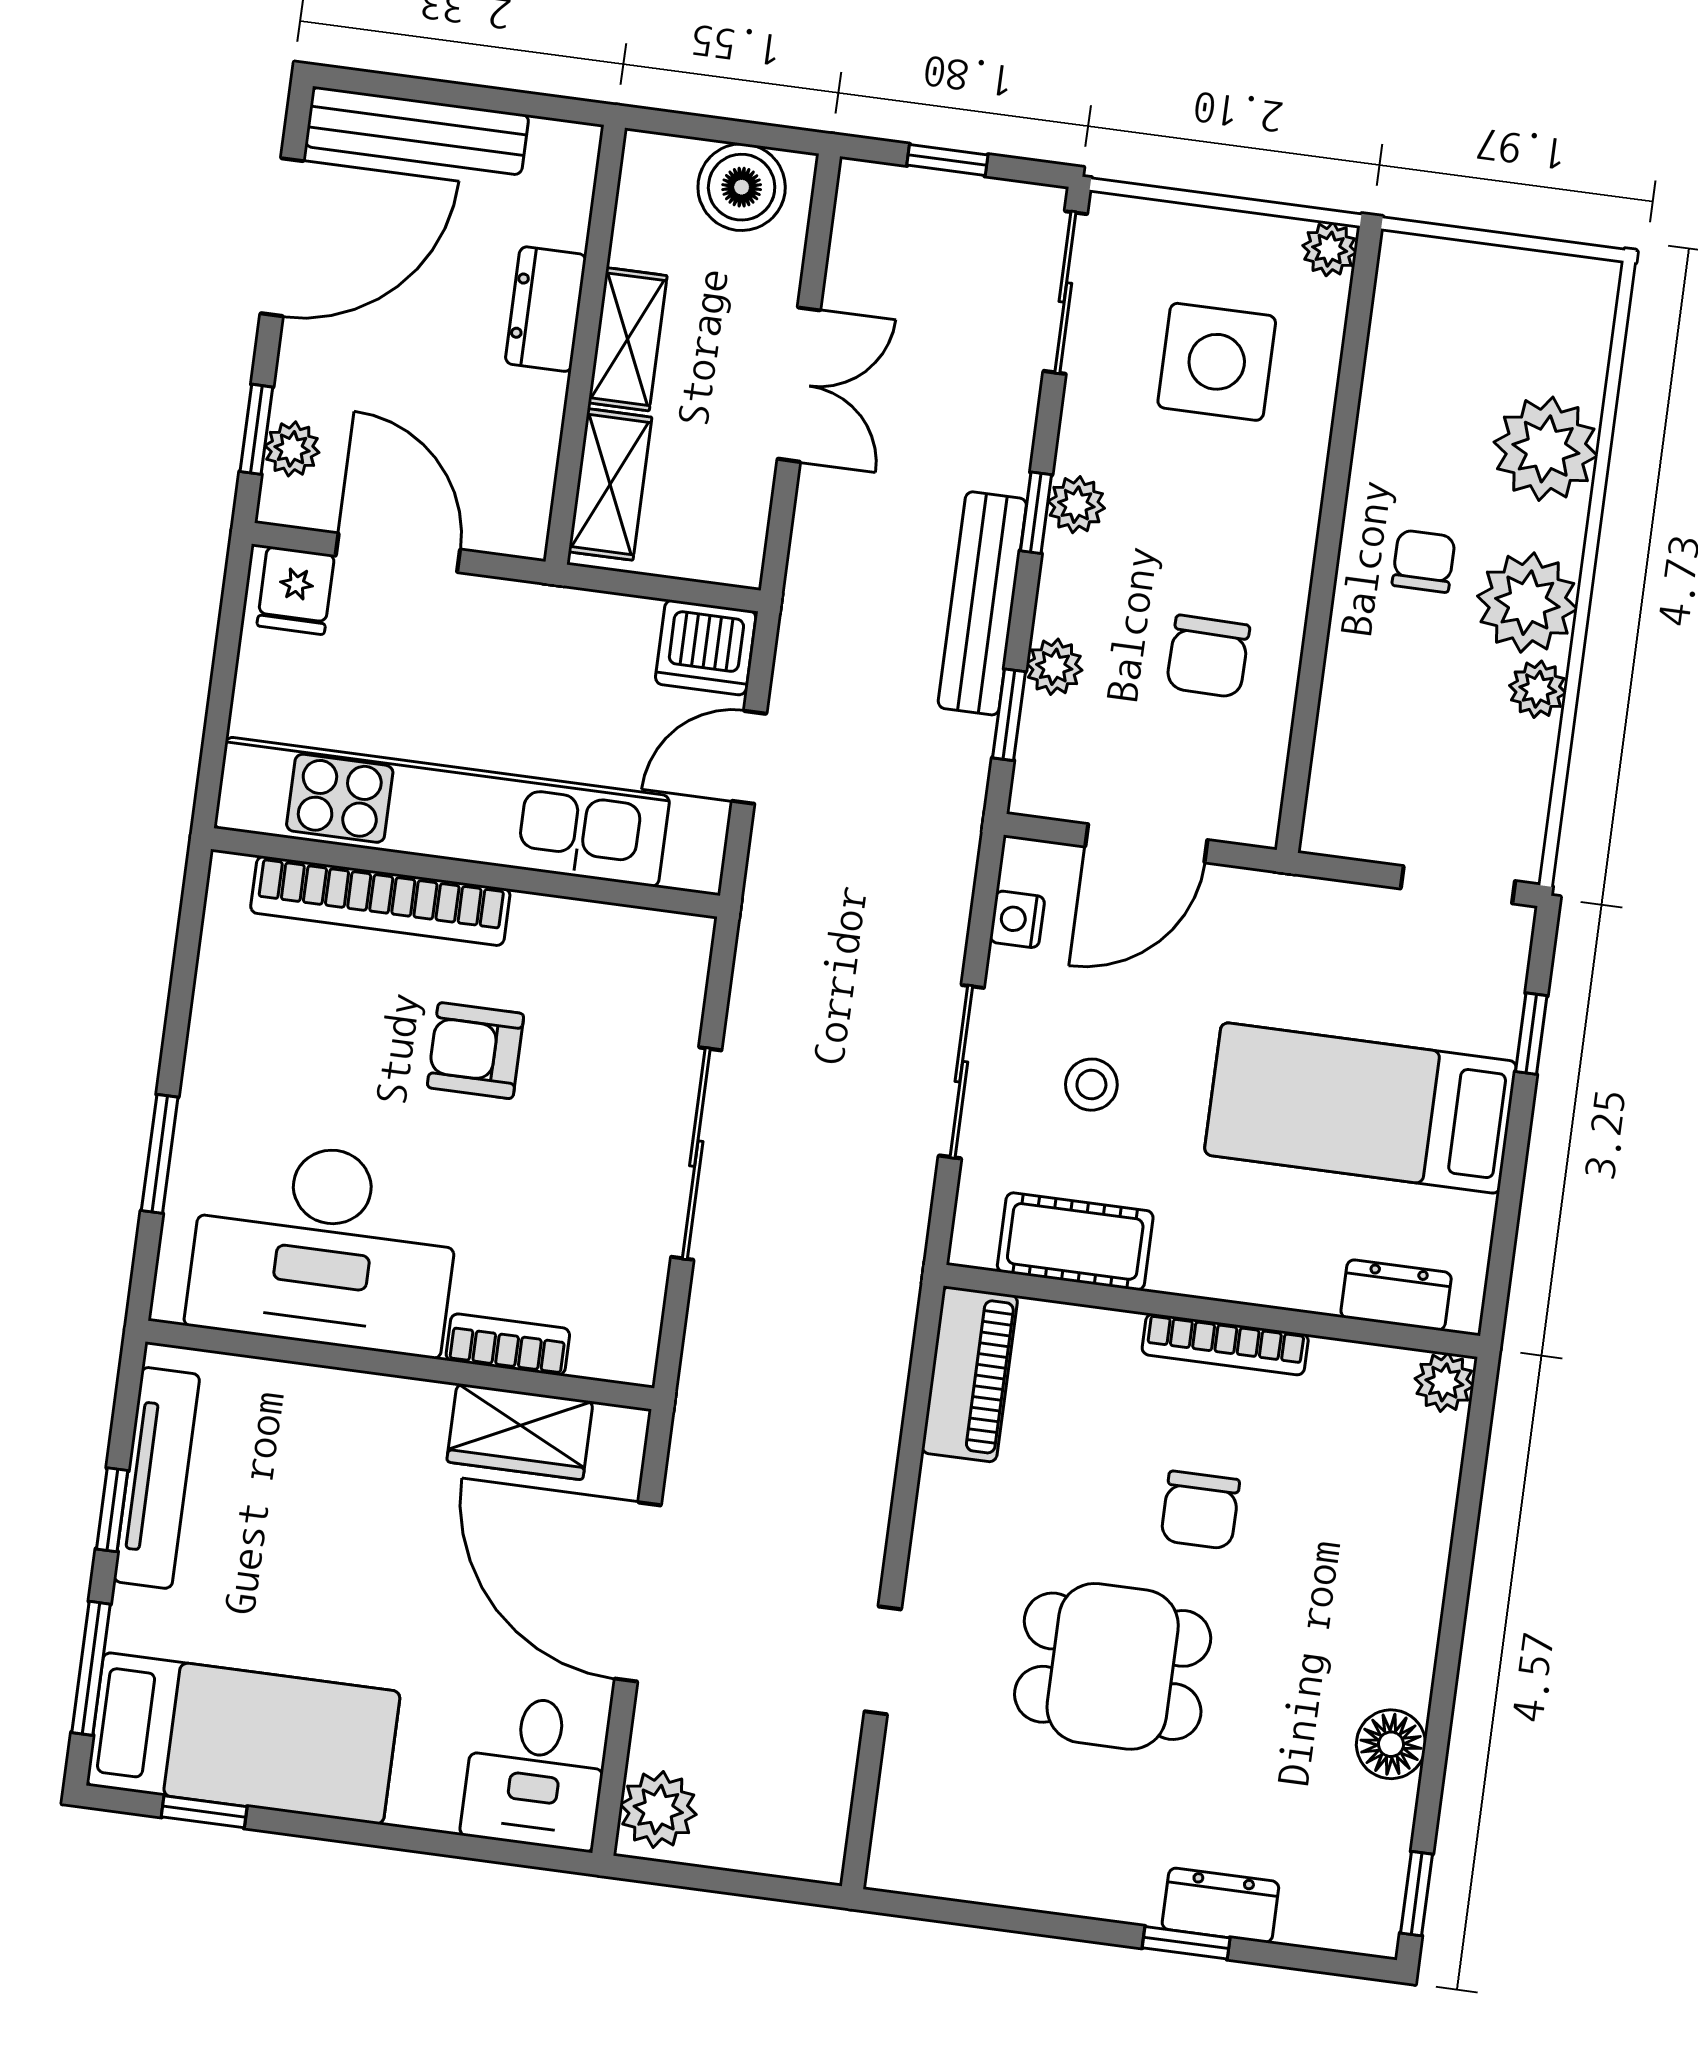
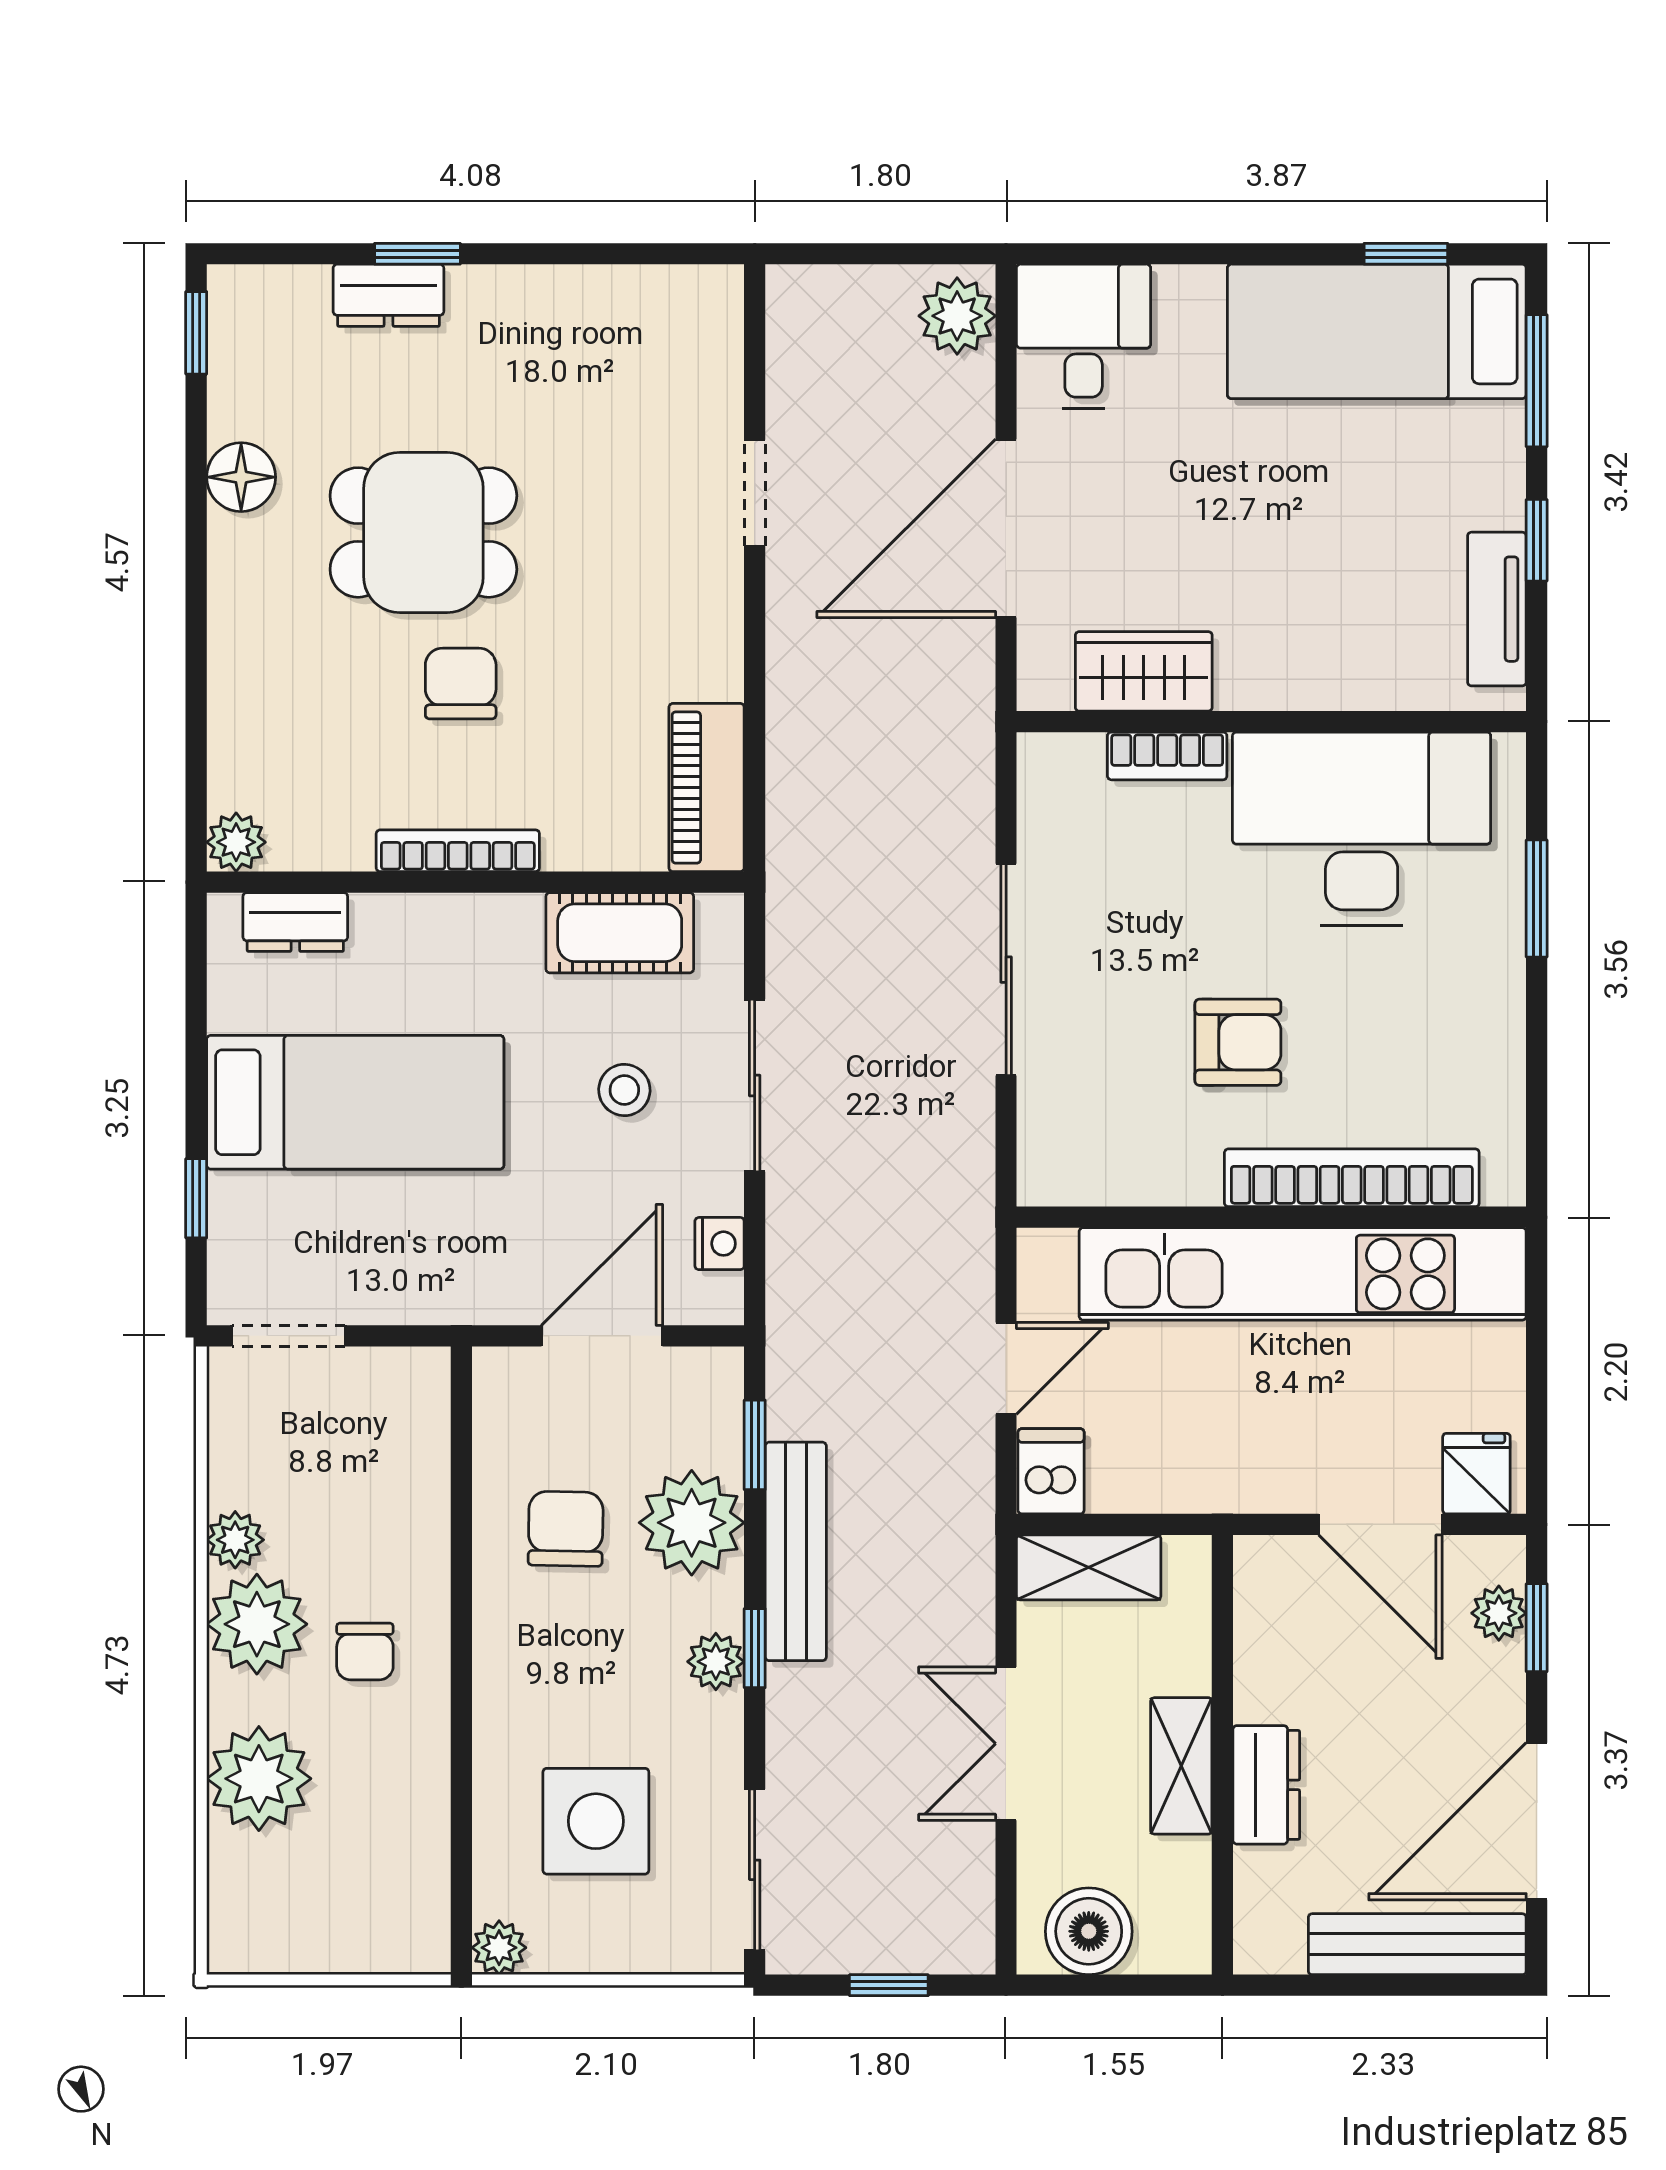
shelving: (610, 484) -> (1089, 1567), moved, turned 90
dishwasher: (706, 647) -> (1051, 1471), width x0.73
plant: (1054, 667) -> (692, 1523), width x1.87, depth x1.87
tv unit: (157, 1478) -> (1497, 609), width x0.71
door: (638, 1592) -> (1006, 528), swing flipped
dining table: (1113, 1666) -> (423, 532), moved

